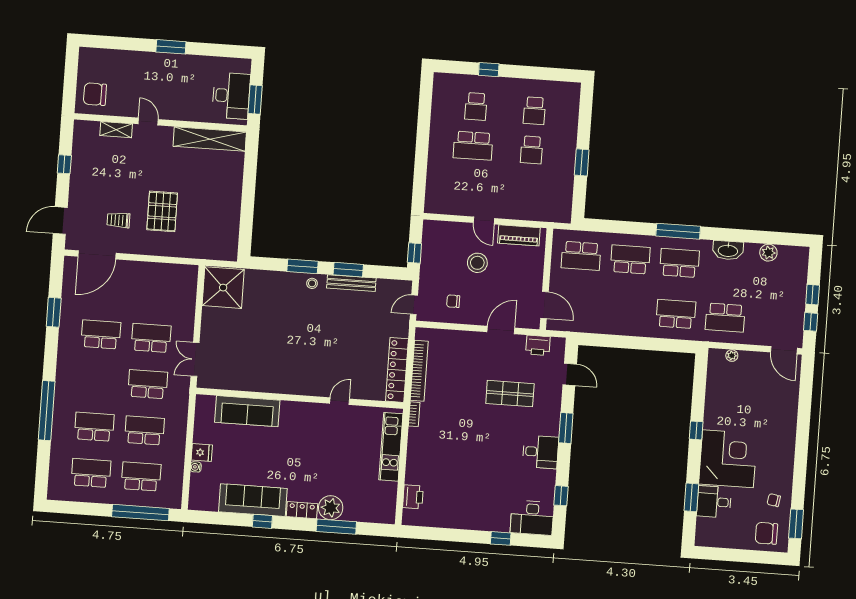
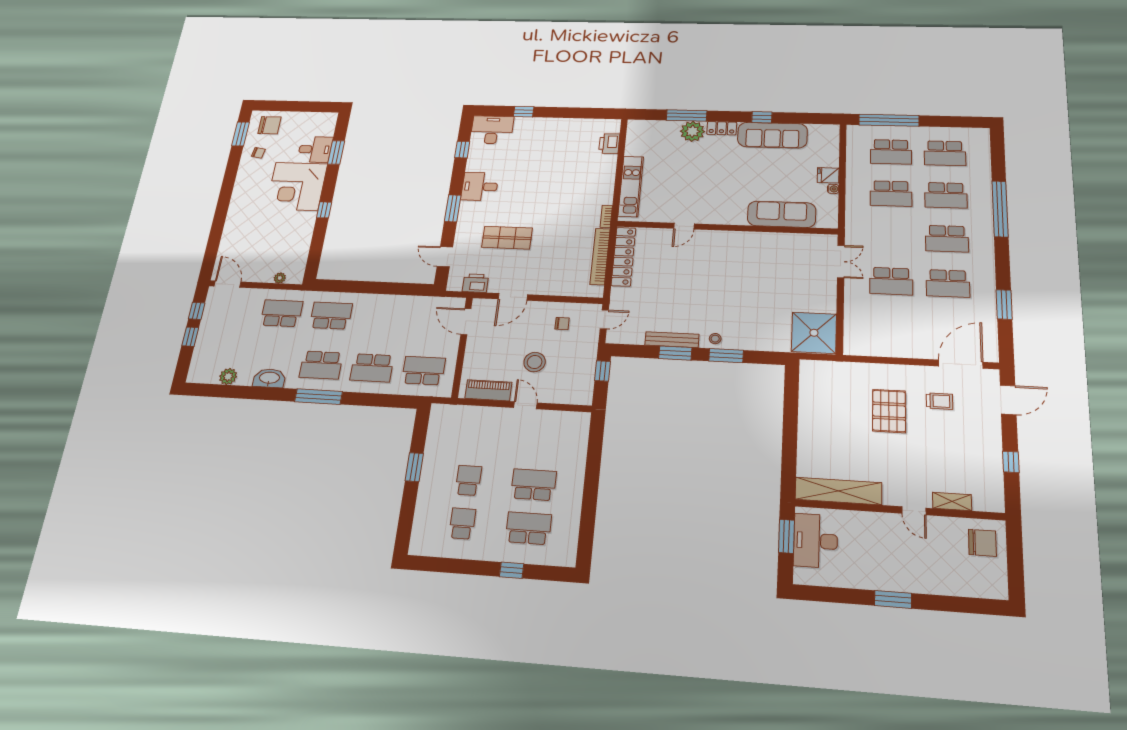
school desk: (476, 107) -> (528, 528), width x1.85
school desk: (676, 314) -> (331, 316), turned 180
school desk: (148, 384) -> (947, 239), moved
water cooler: (196, 467) -> (833, 189), moved

